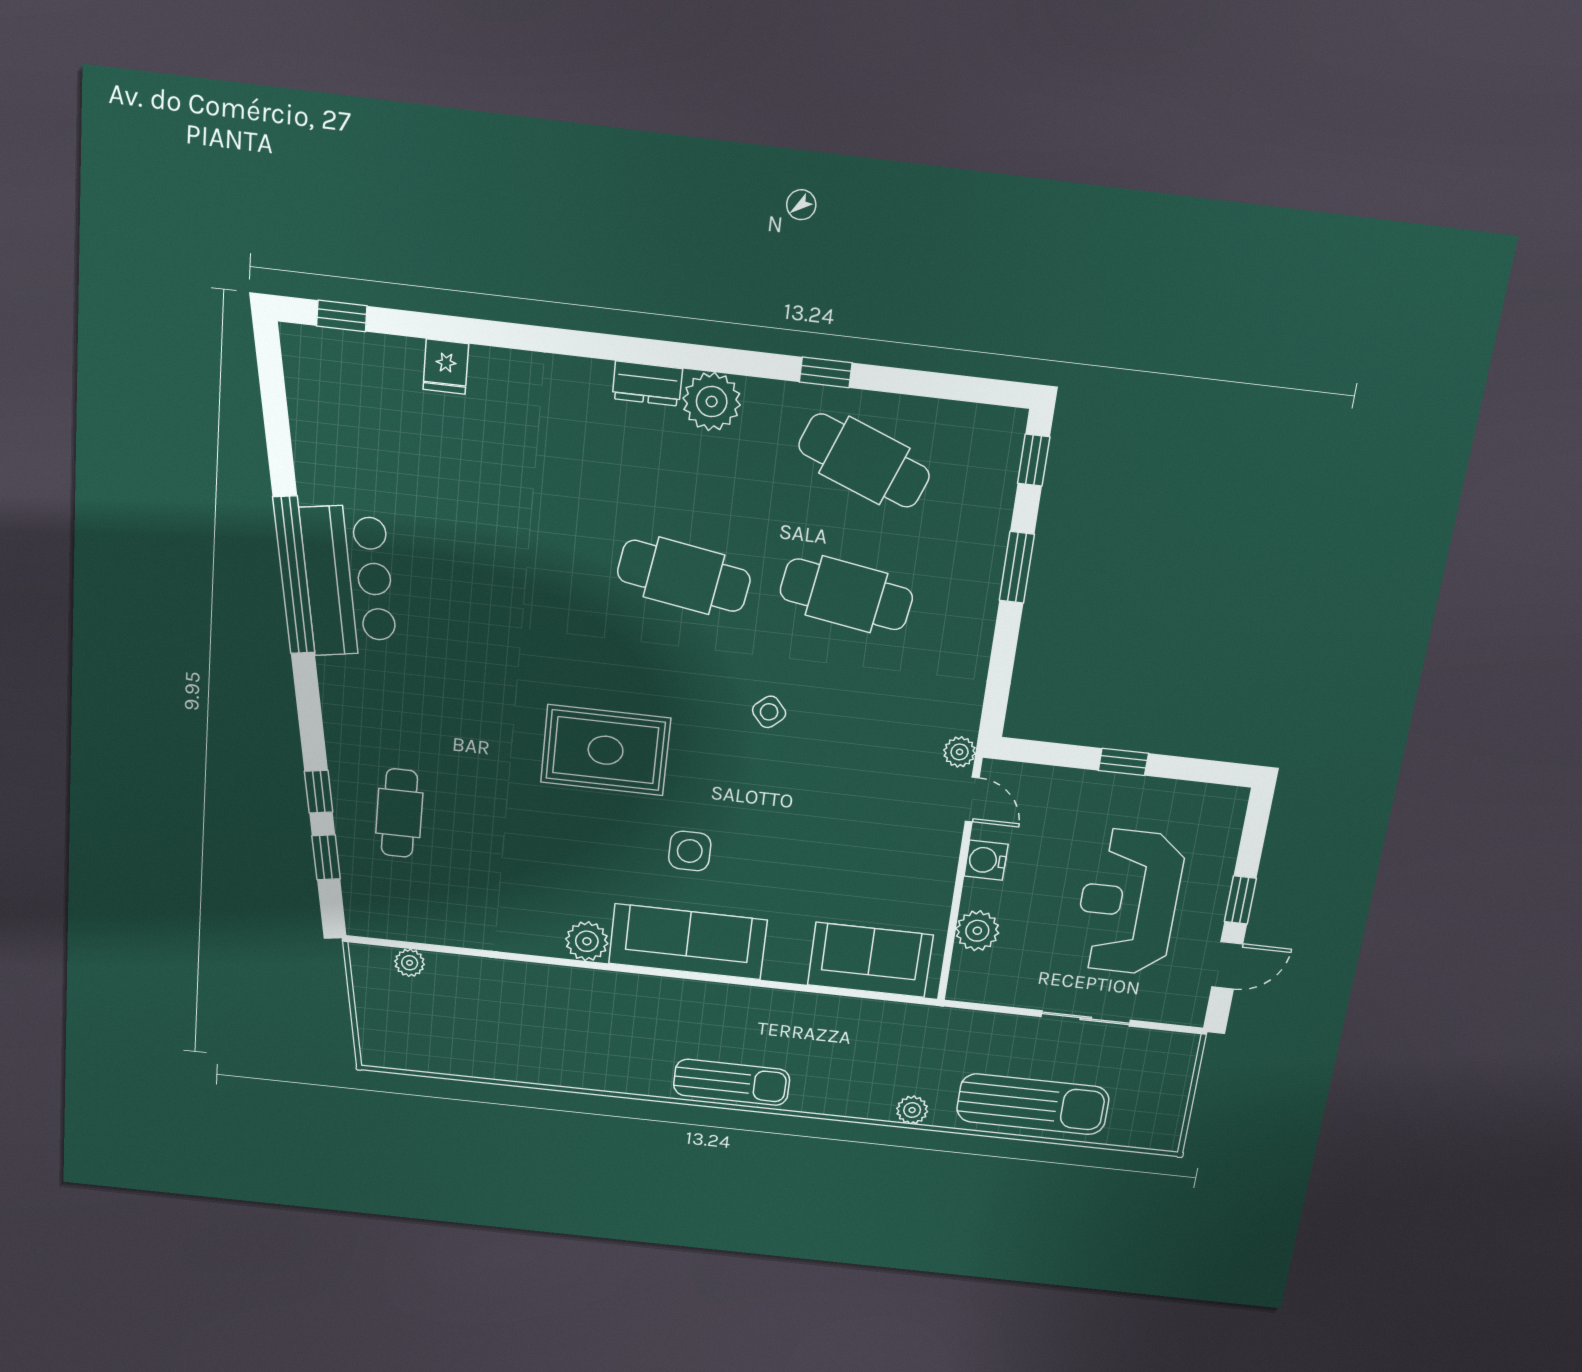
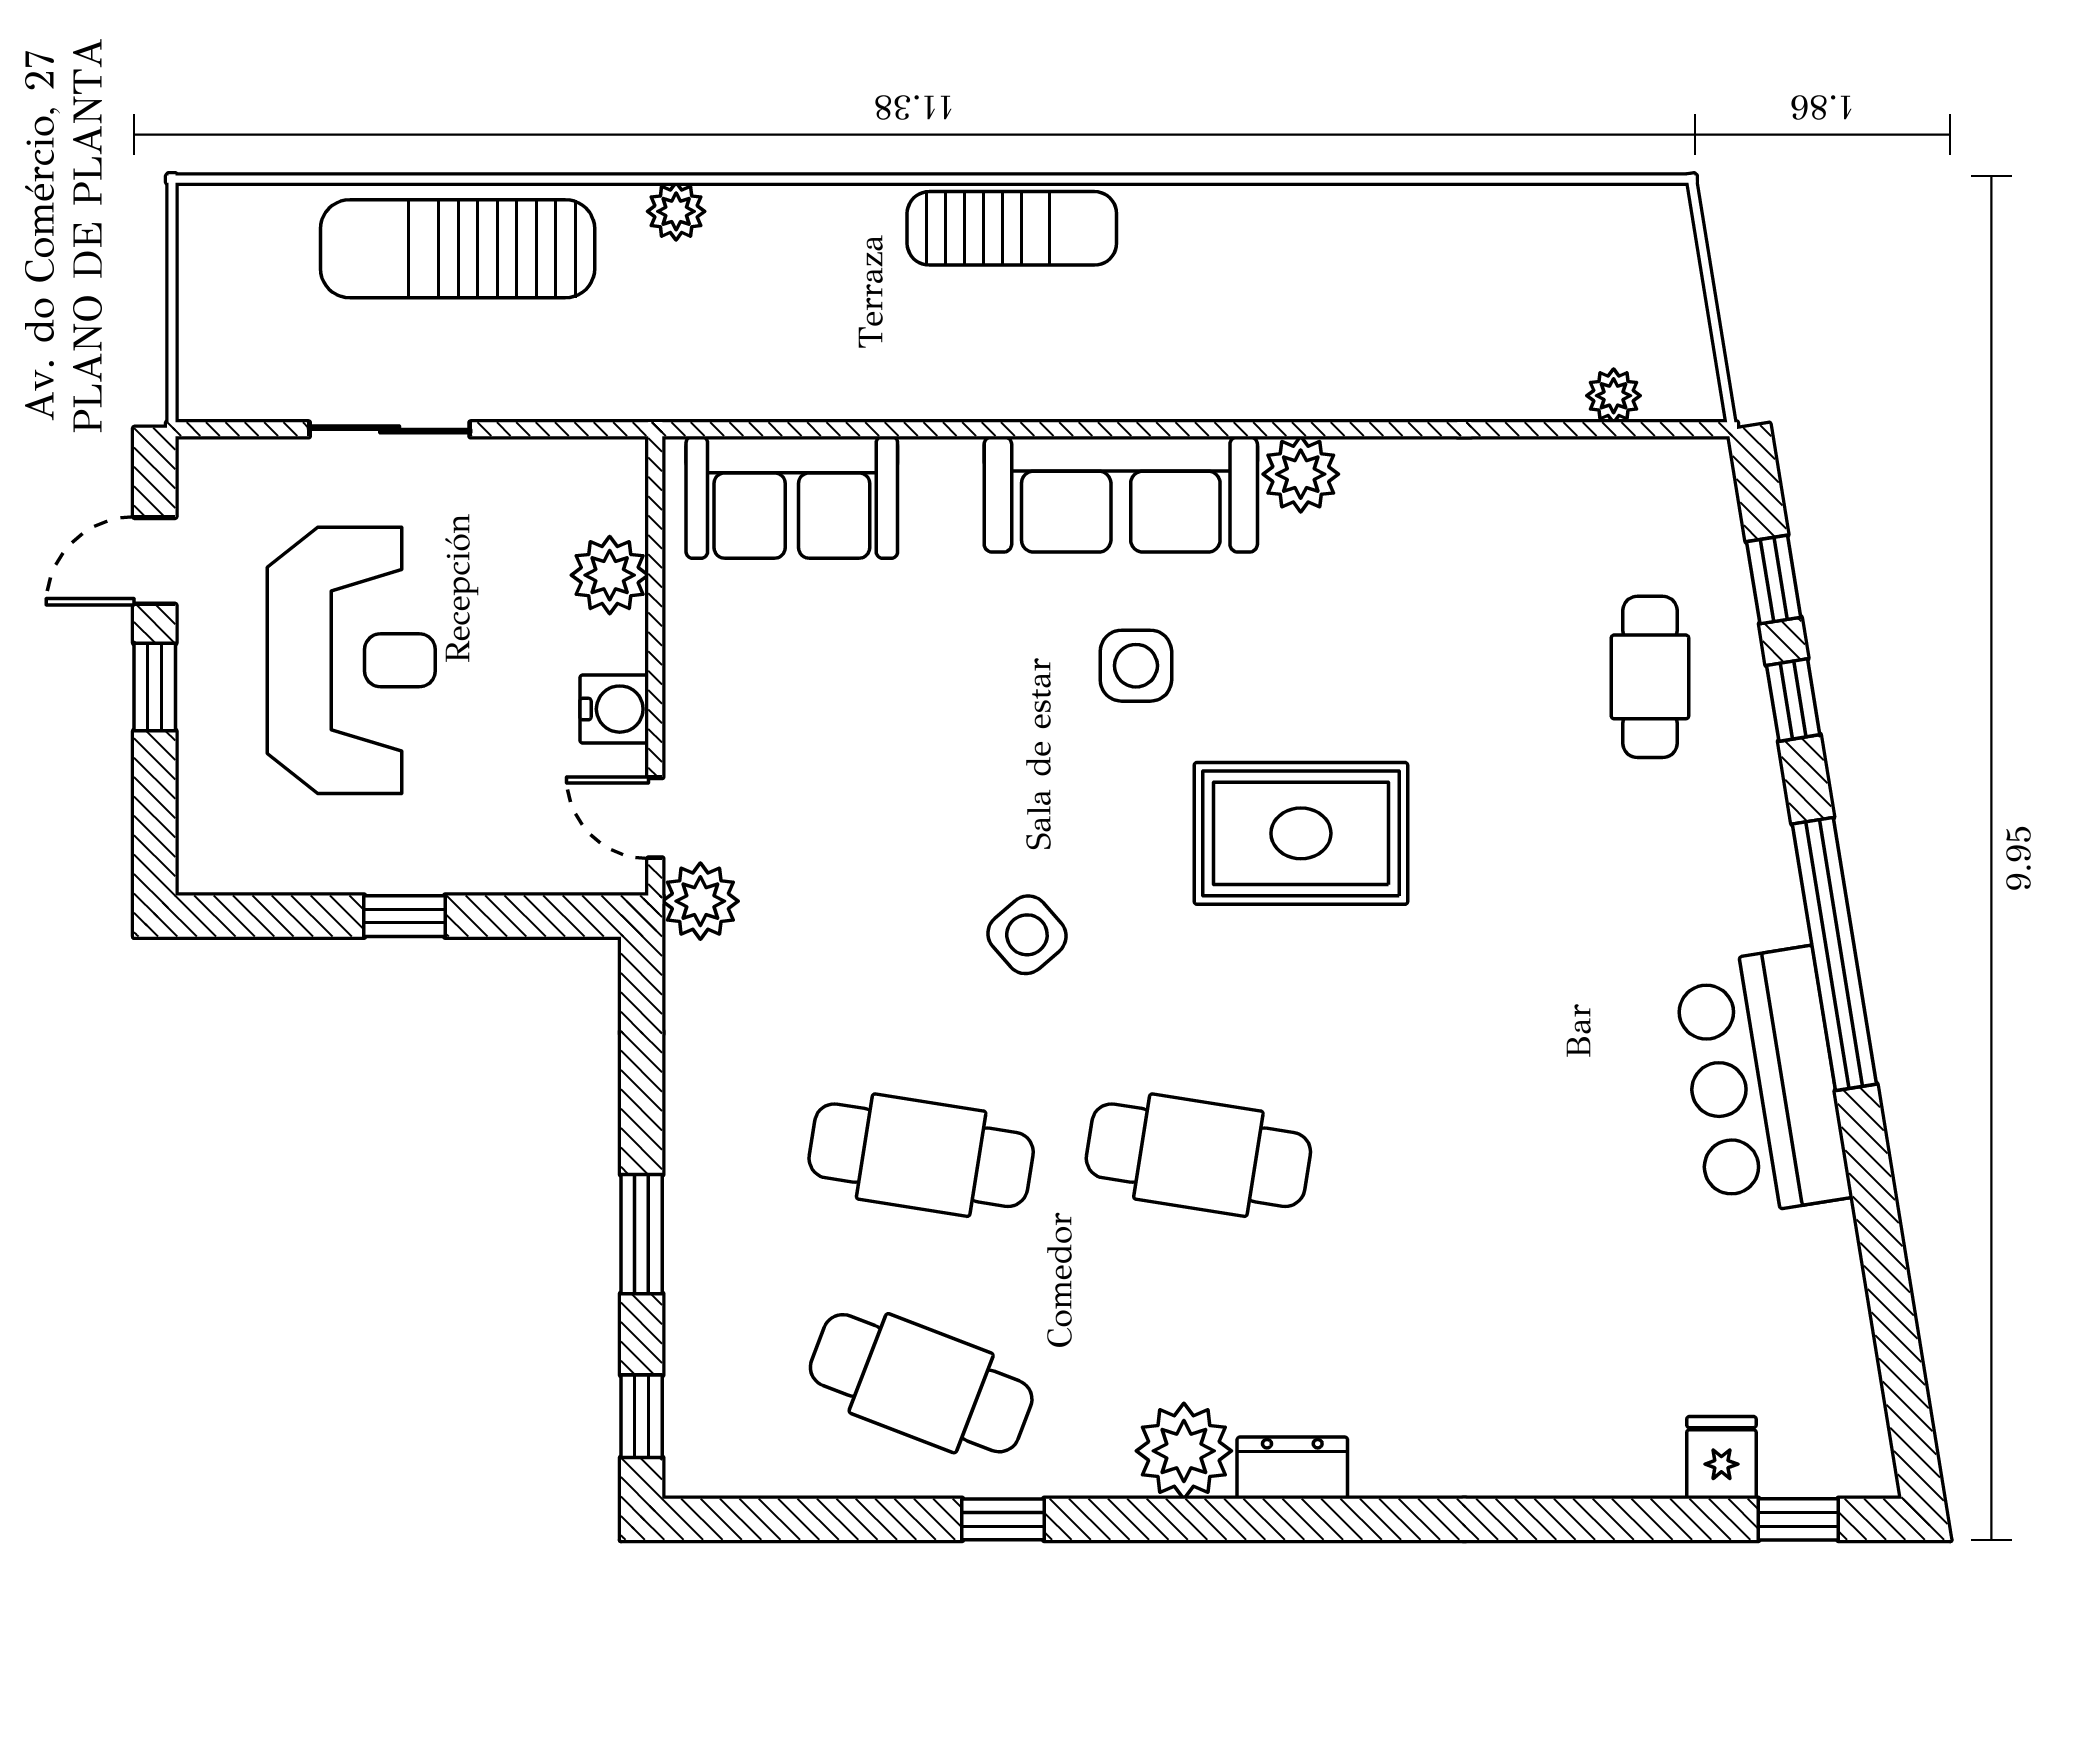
fridge: (446, 367) -> (1721, 1458), moved
window: (294, 575) -> (1834, 954), moved
side table: (769, 712) -> (1027, 935), width x1.37, depth x1.37
plant: (960, 752) -> (700, 901), width x1.38, depth x1.38
sun lounger: (732, 1082) -> (1012, 228), turned 180

